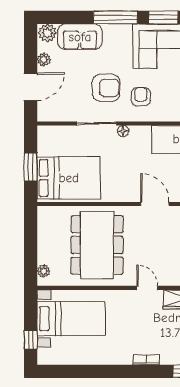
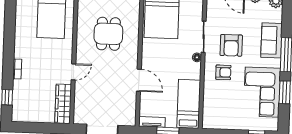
sofa: (80, 37) -> (272, 40), moved
door: (155, 204) -> (139, 80), hinge flipped
dining table: (97, 245) -> (108, 34), width x0.53, depth x0.80

